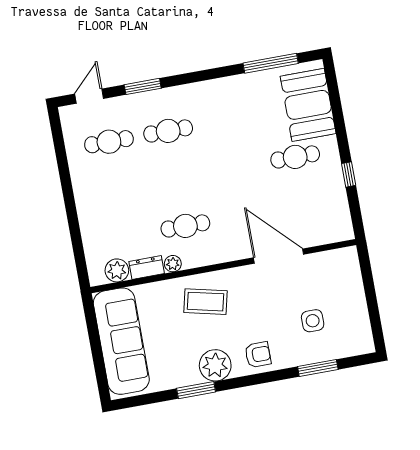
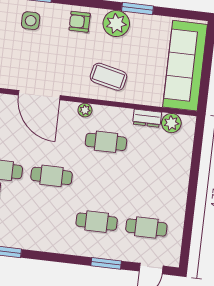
cafe table: (236, 168) -> (52, 176), added
plant: (173, 264) -> (85, 110), moved
side table: (313, 321) -> (31, 21), moved

